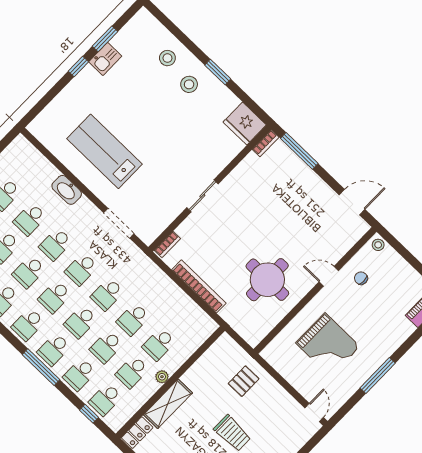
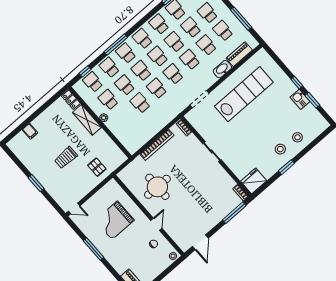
lab bench: (104, 151) -> (244, 94), width x1.36
piano: (40, 164) -> (239, 54), added
school desk: (159, 344) -> (124, 117), removed

